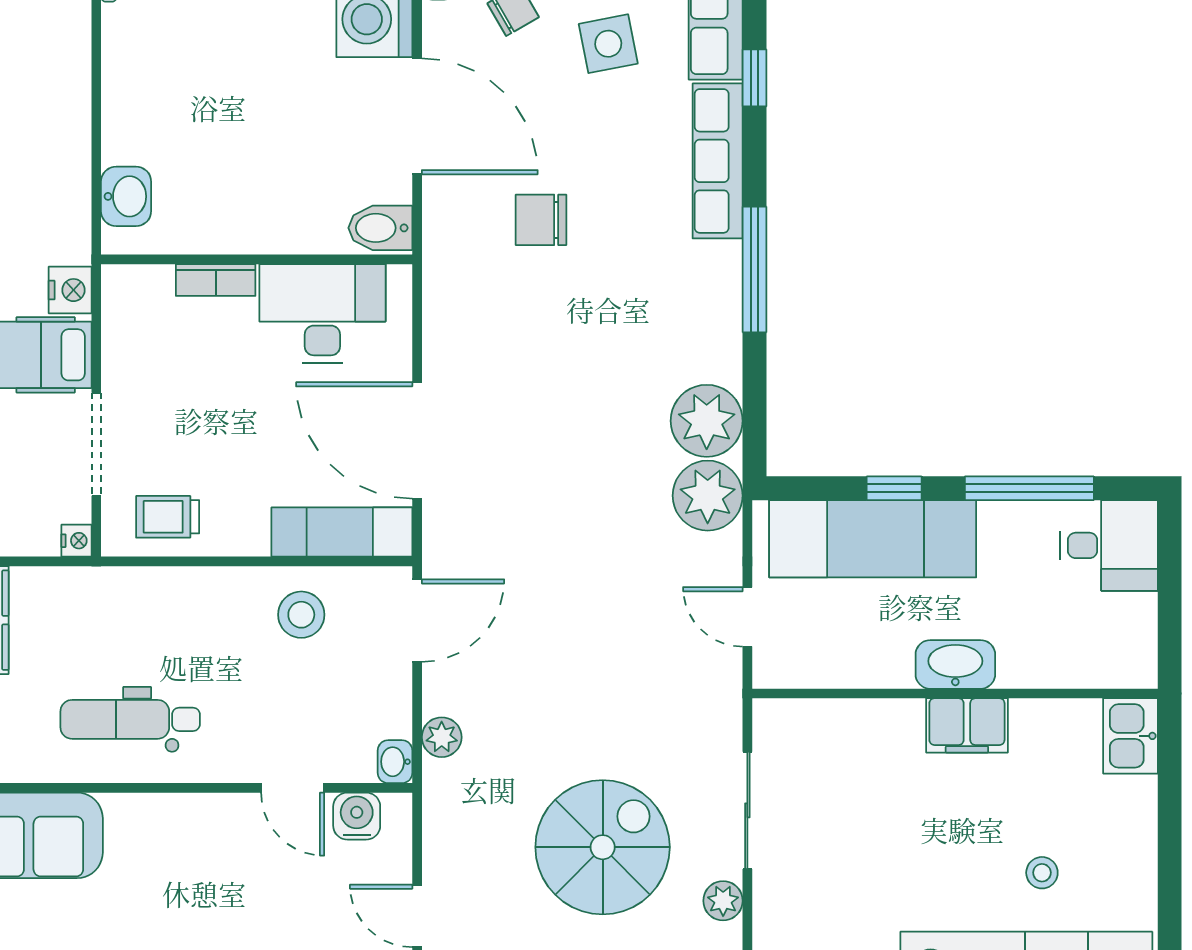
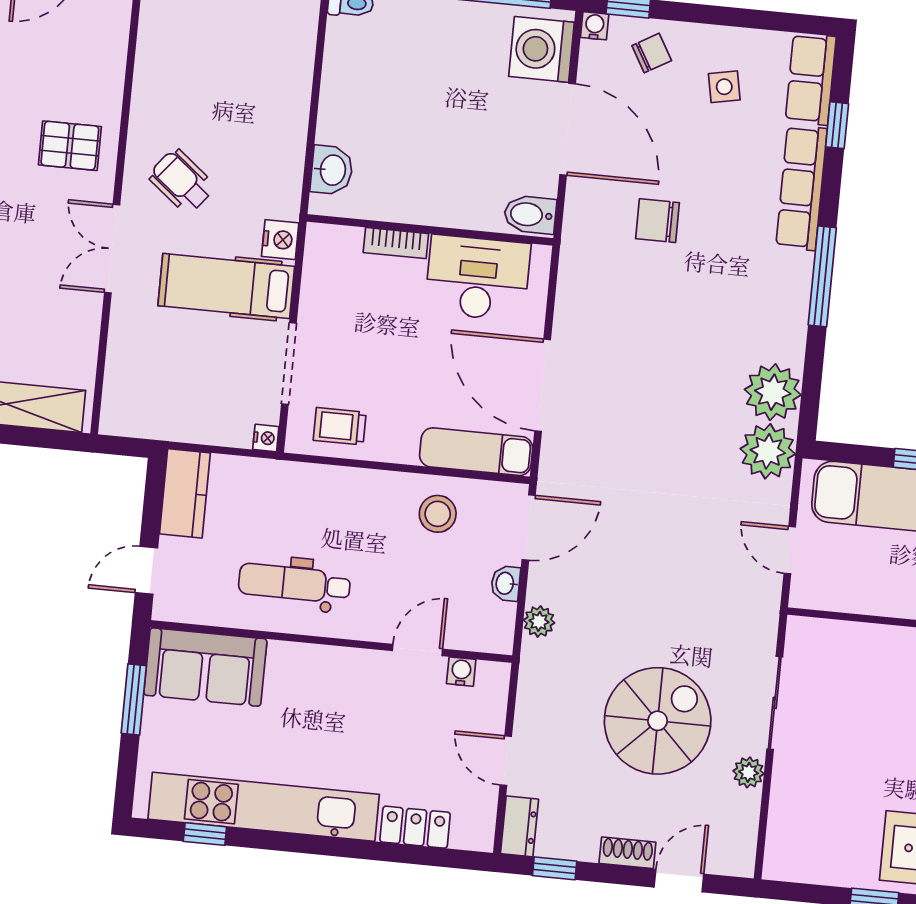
side table: (608, 44) -> (724, 87), width x0.73, depth x0.73
washbasin: (395, 762) -> (506, 583), moved
door: (293, 788) -> (417, 650), swing flipped
water cooler: (357, 816) -> (461, 672), width x0.72, depth x0.72

